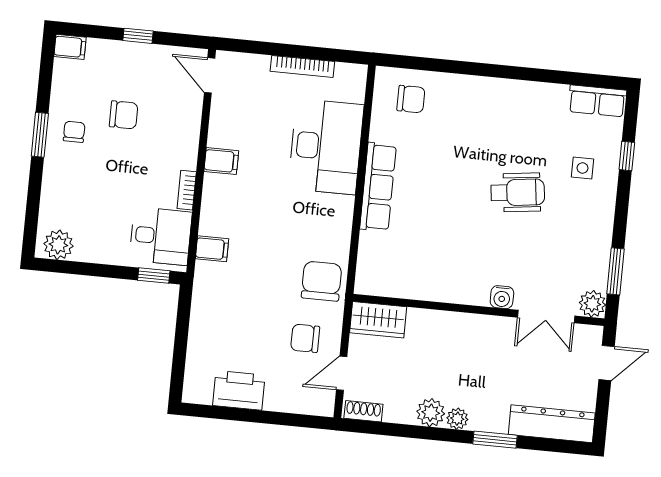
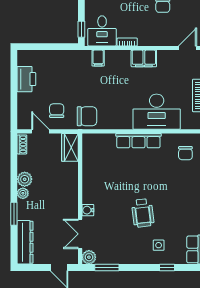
filing cabinet: (221, 161) -> (144, 58), width x2.00

